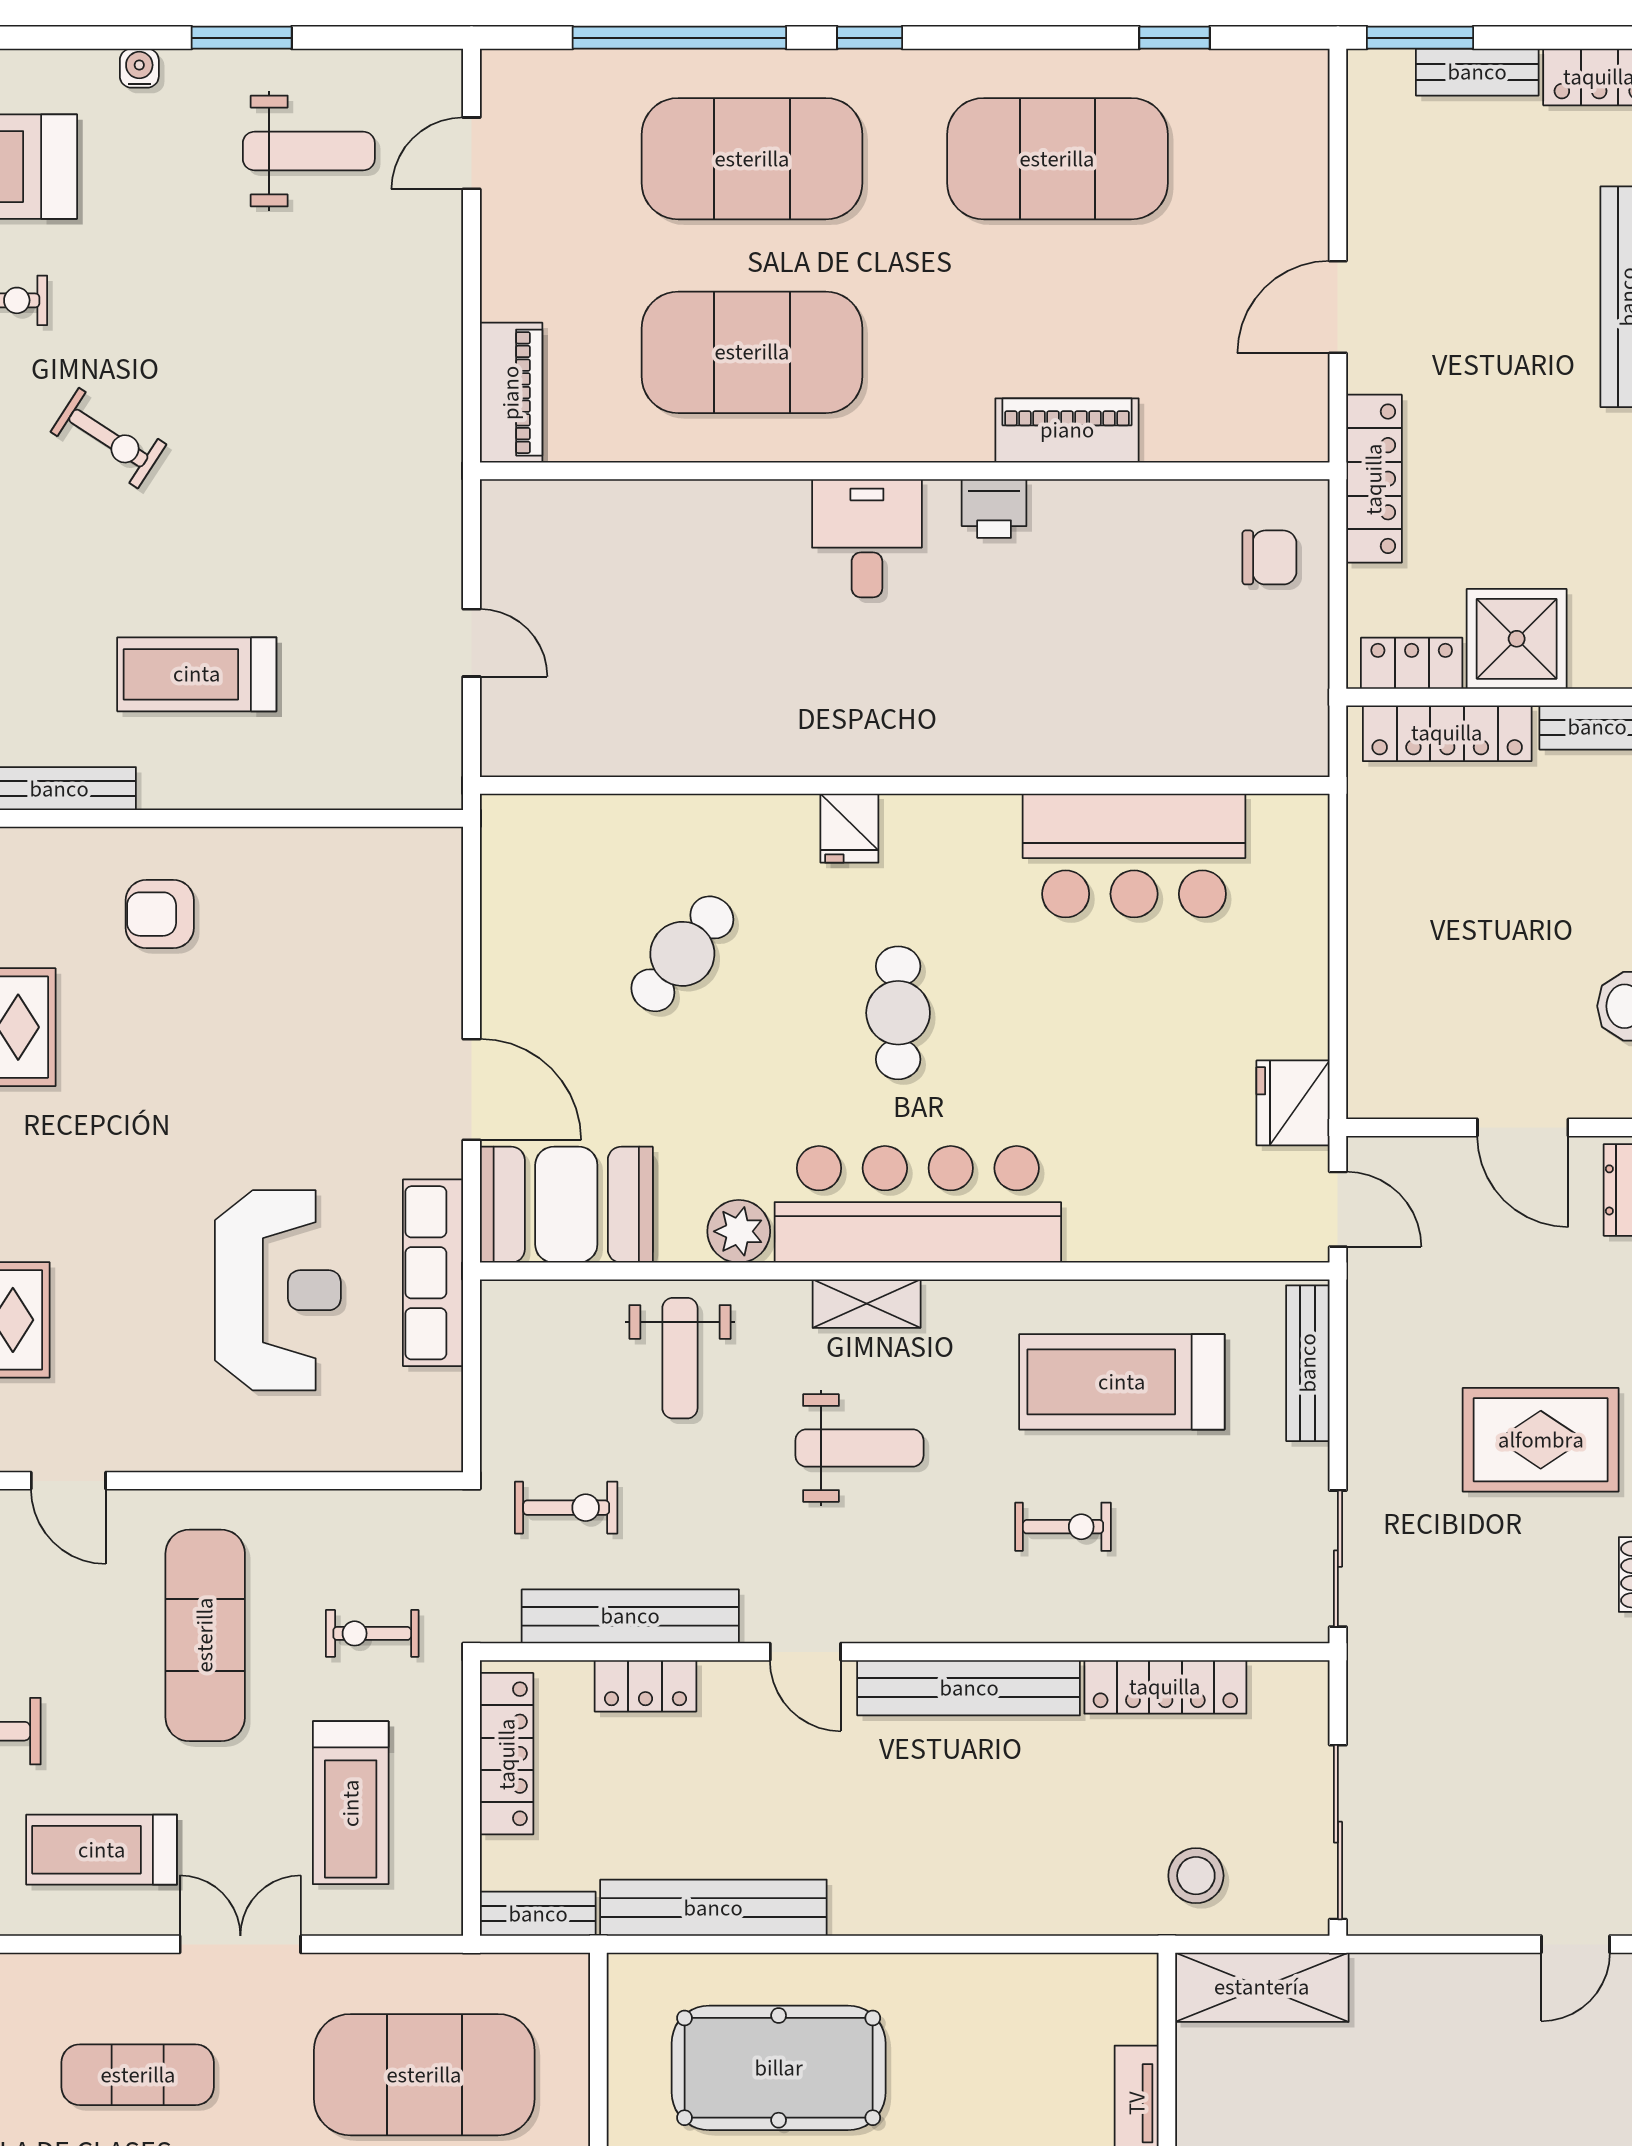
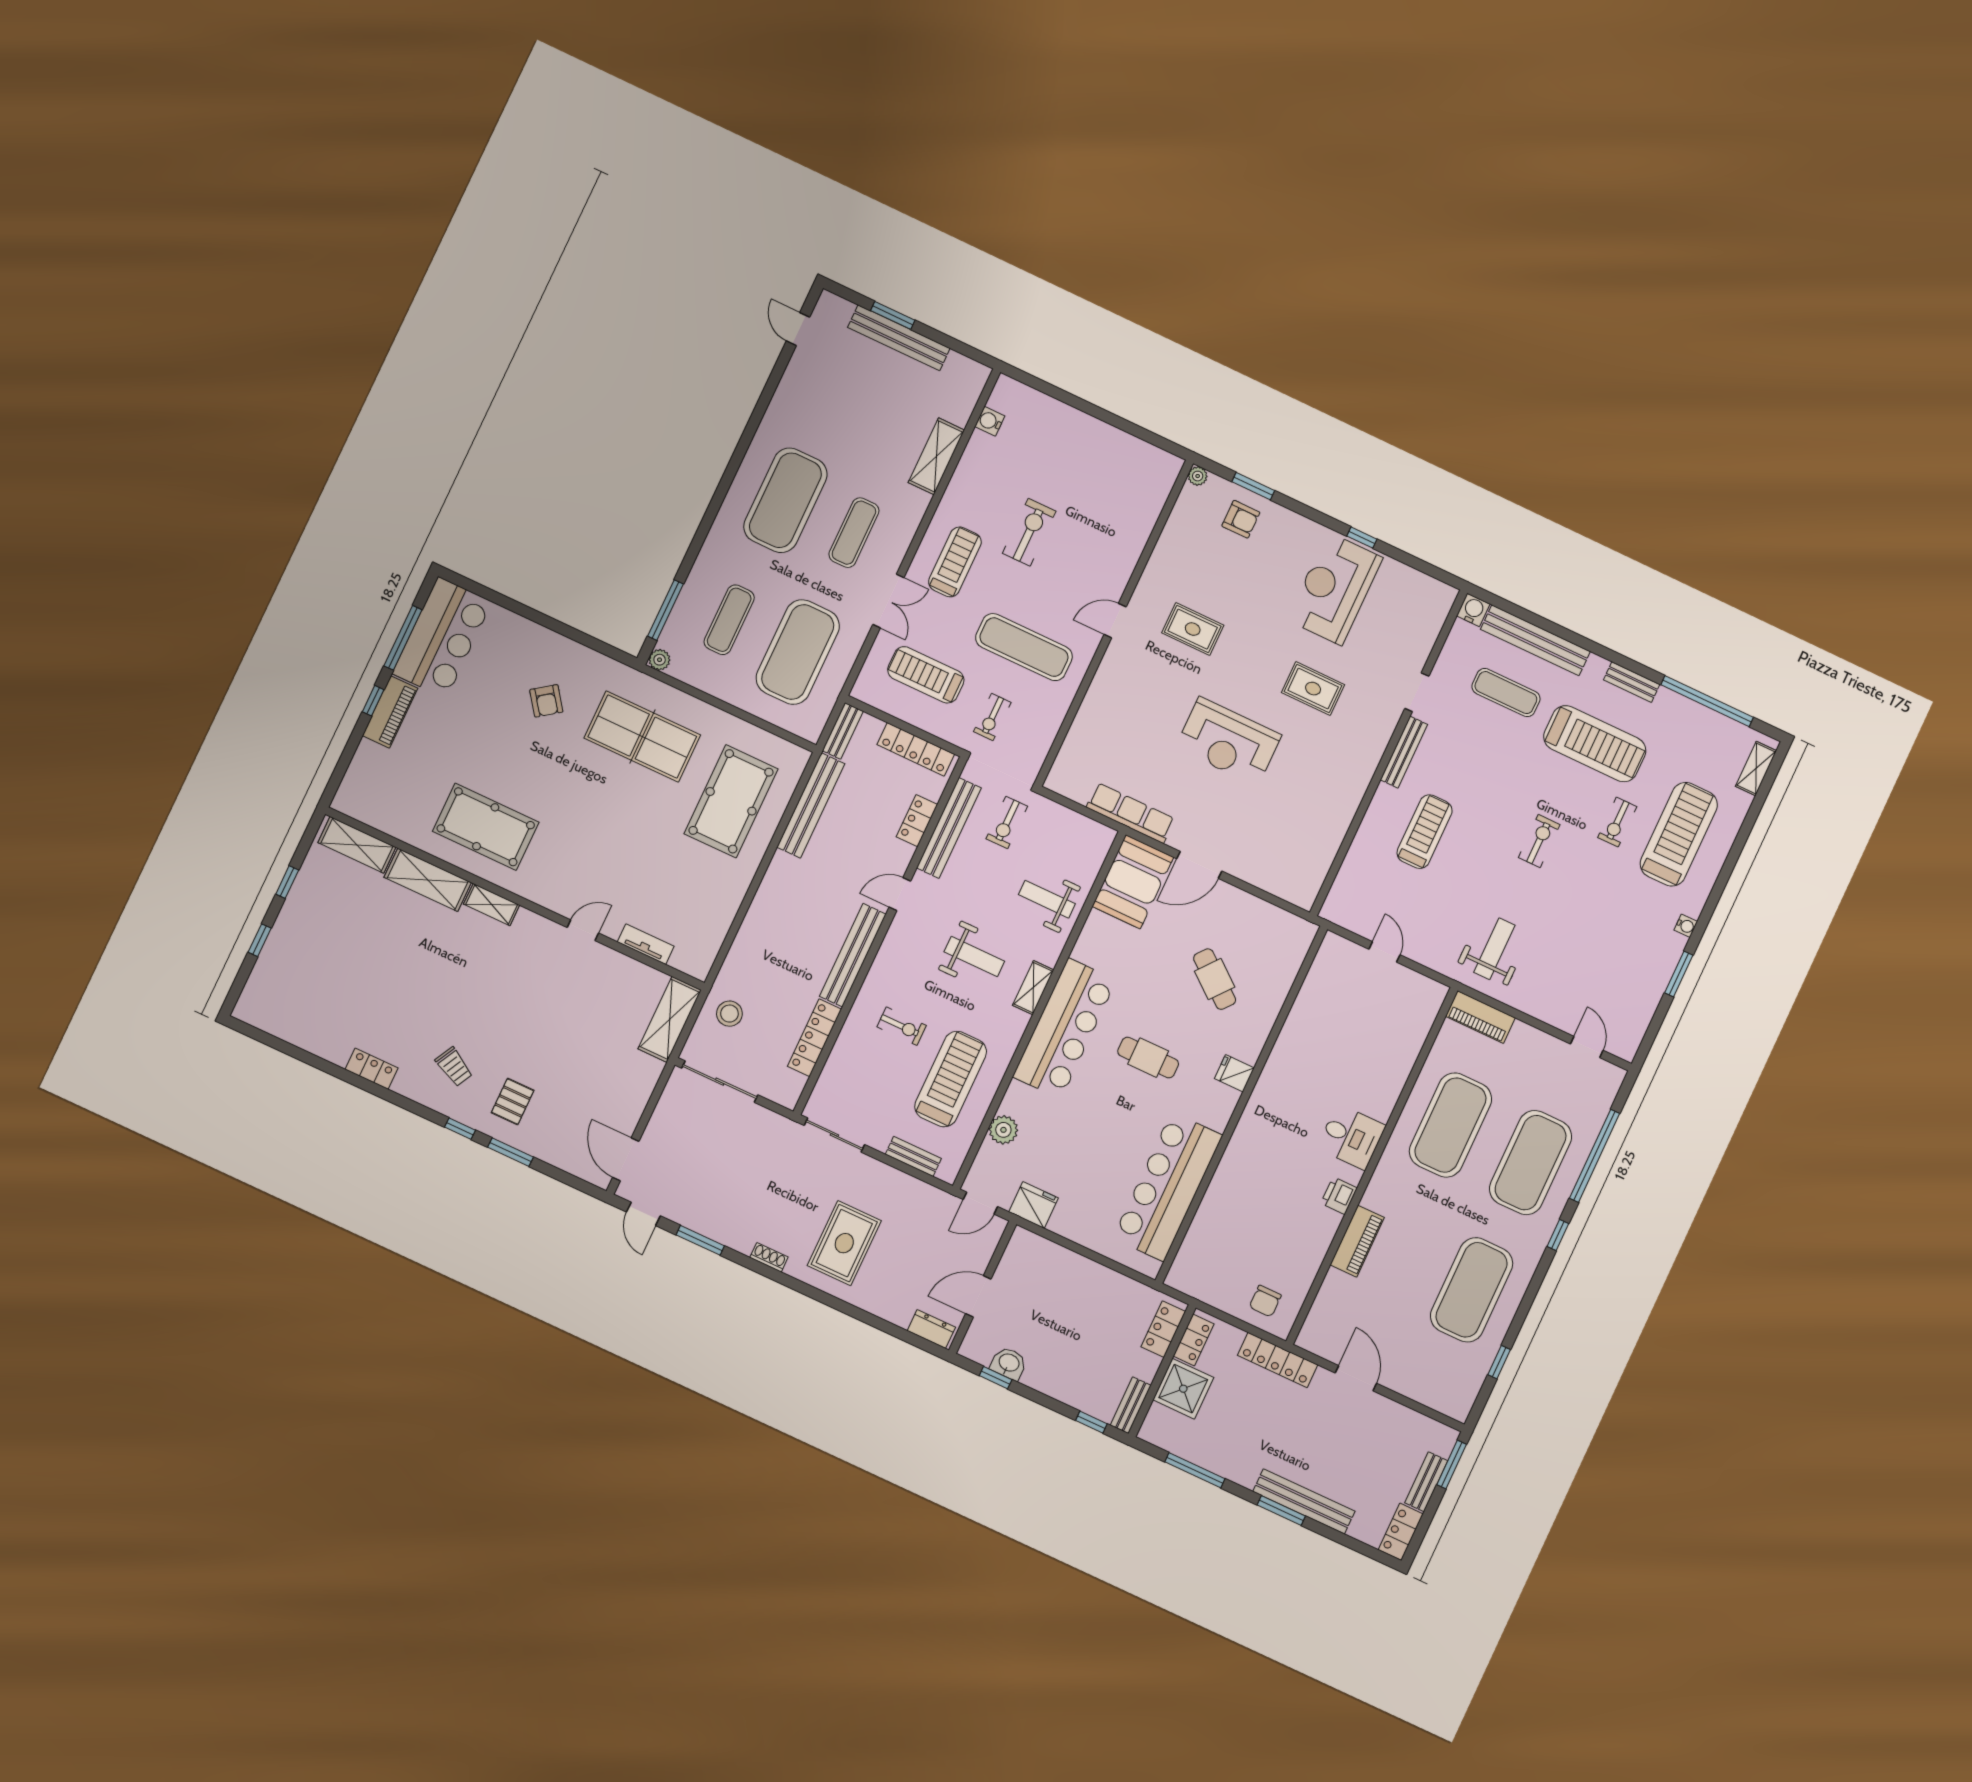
weight bench: (309, 151) -> (1494, 949), moved, turned 180
exercise bike: (108, 438) -> (1539, 841), turned 147
door: (472, 643) -> (1385, 952), swing flipped
locker: (1447, 733) -> (1163, 1329), width x0.66
bar counter: (1134, 856) -> (1168, 1187), width x1.36
armchair: (160, 914) -> (1332, 769), removed
plant: (739, 1231) -> (1003, 1130), moved
reception desk: (278, 1290) -> (1228, 741), moved
bench: (1308, 1363) -> (913, 1156), width x0.73
weight bench: (859, 1448) -> (974, 957), turned -90
exercise bike: (1063, 1527) -> (902, 1026), turned -90
exercise bike: (372, 1633) -> (992, 717), turned 180
door: (1576, 1944) -> (626, 1159), width x1.38

